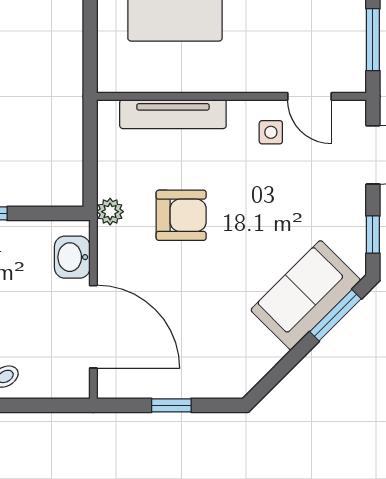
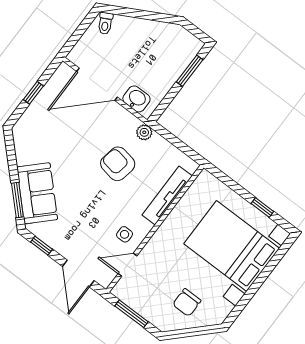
armchair: (181, 215) -> (118, 164), turned 100

